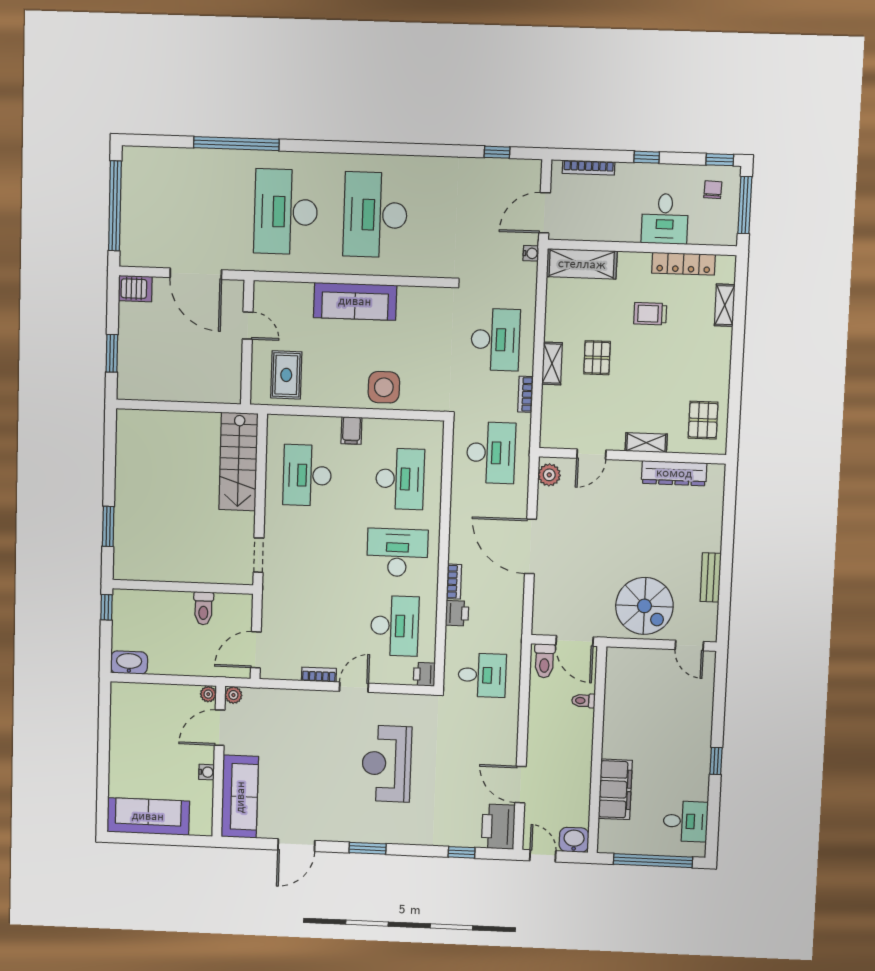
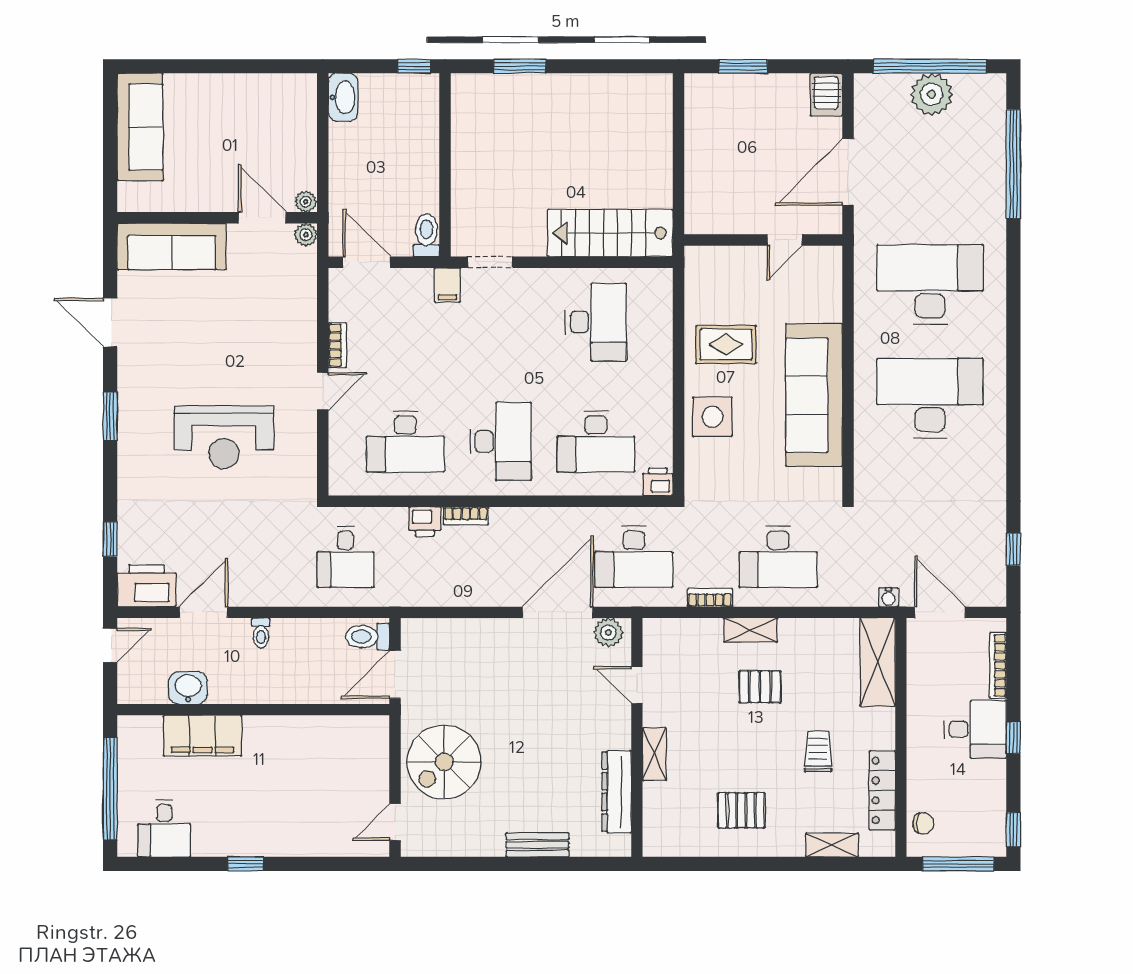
window: (236, 144) -> (1013, 164), moved
chair: (713, 190) -> (923, 823), moved
plant: (137, 205) -> (932, 94), added
desk: (665, 219) -> (975, 729), moved, turned 180
sofa: (355, 301) -> (814, 395), width x1.36, depth x1.27
rug: (286, 375) -> (726, 345), moved
pallet: (703, 420) -> (741, 810), moved
filing cabinet: (351, 430) -> (447, 285), moved, turned -90
desk: (307, 475) -> (596, 322), turned 90
door: (531, 546) -> (558, 612), moved
bench: (711, 577) -> (538, 845), moved
toilet: (203, 608) -> (426, 235), moved, turned 90
printer: (424, 674) -> (658, 482), moved
door: (354, 687) -> (323, 391), hinge flipped
toilet: (583, 701) -> (261, 633), moved, turned 180
reception desk: (387, 764) -> (224, 437), turned 180
water cooler: (207, 772) -> (202, 202), removed
washbasin: (574, 840) -> (188, 688), moved, turned -90

